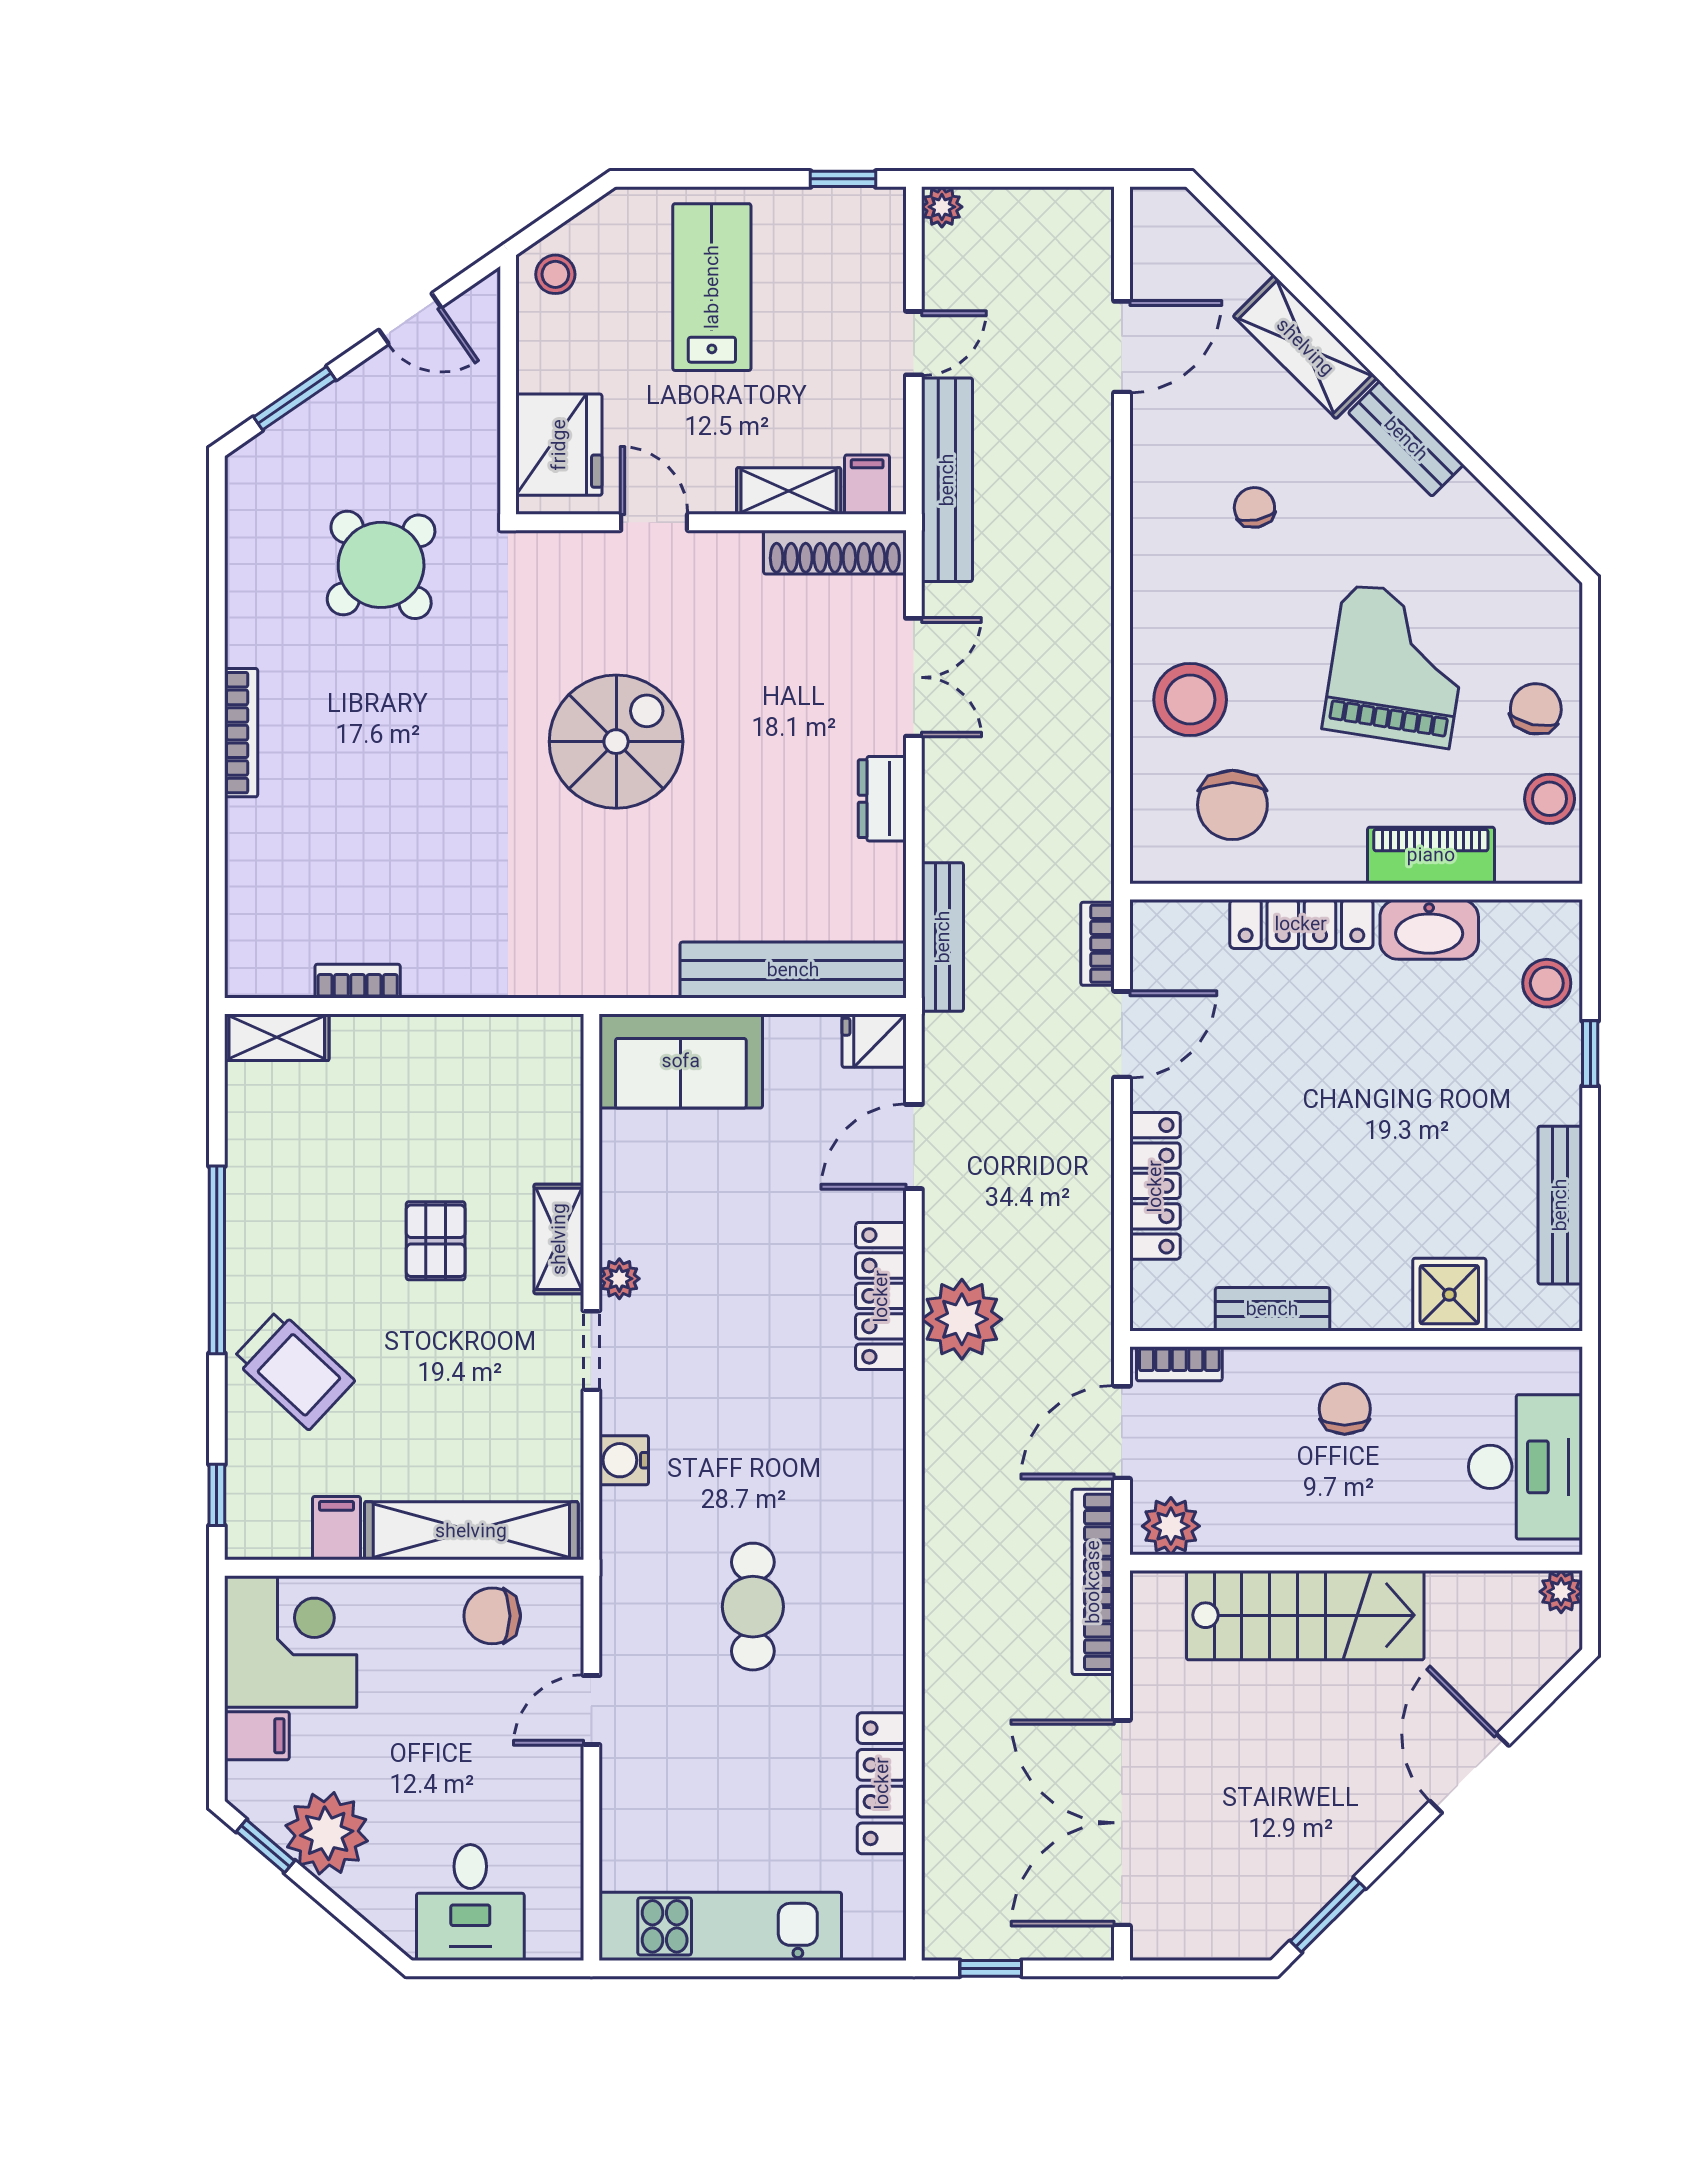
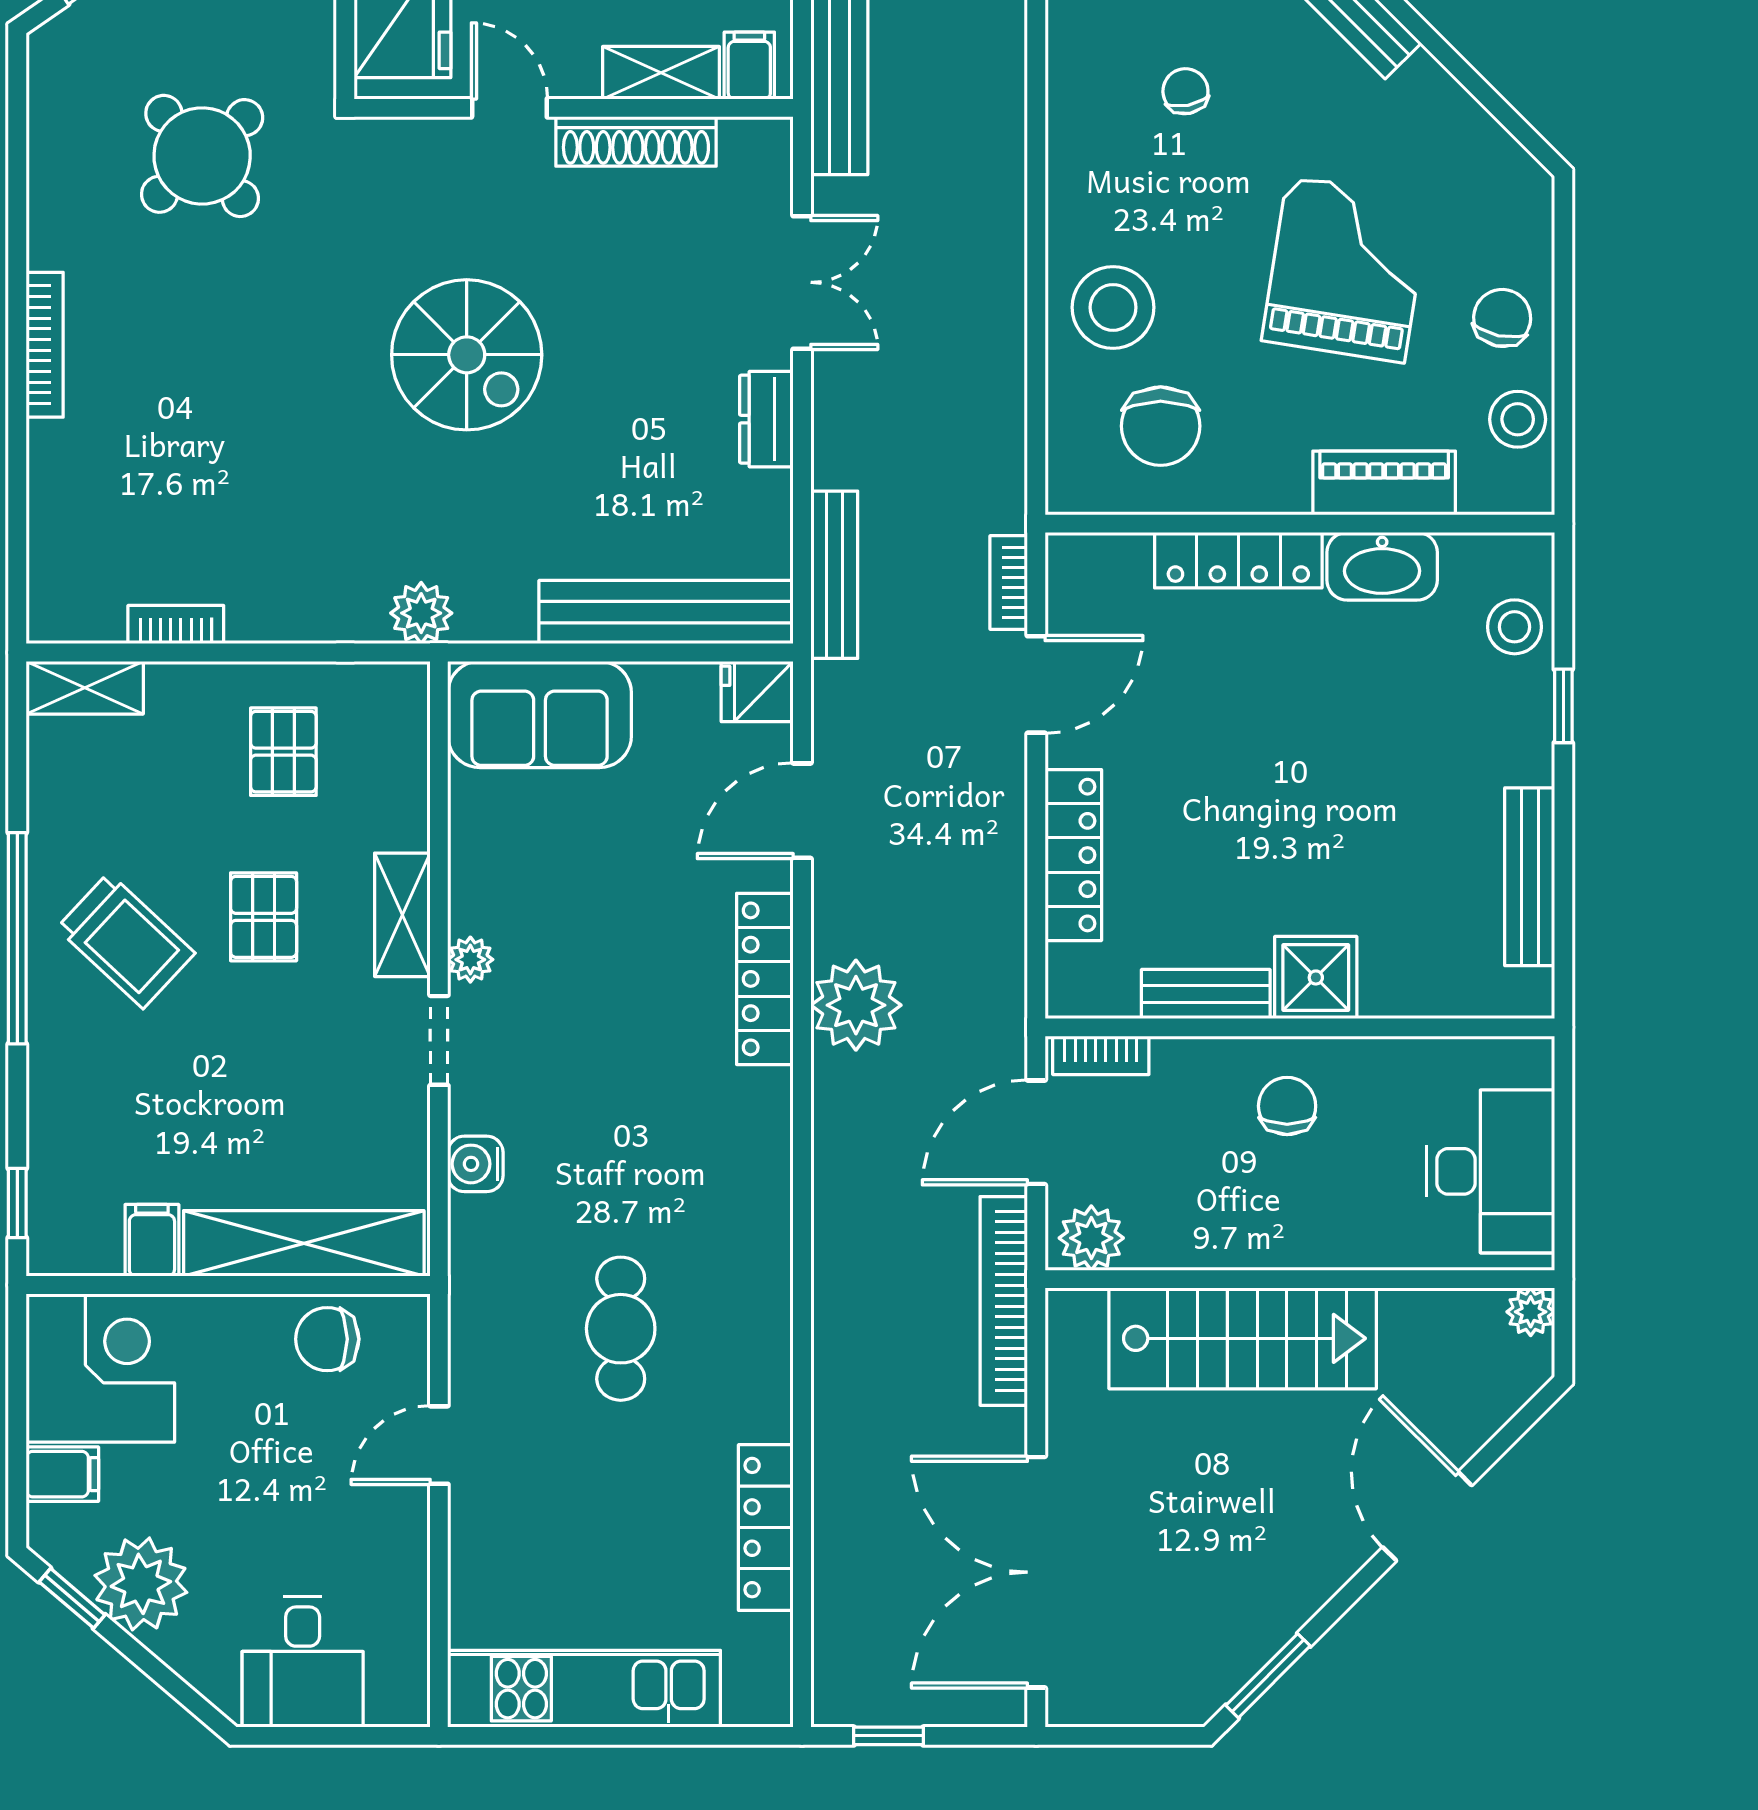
shoe rack: (835, 552) -> (636, 141), moved
spiral stairs: (616, 742) -> (467, 355), turned 90
plant: (576, 971) -> (421, 613), added
pallet: (453, 1094) -> (283, 752), added
shower: (1449, 1295) -> (1316, 977), moved
trolley: (294, 1370) -> (126, 941), moved

